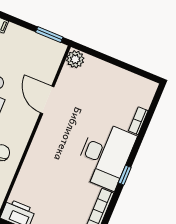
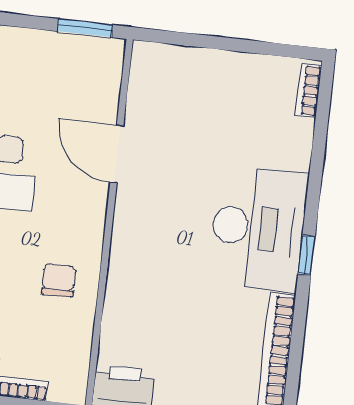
plant: (75, 59) -> (148, 61), removed
bookcase: (138, 121) -> (308, 90), moved

